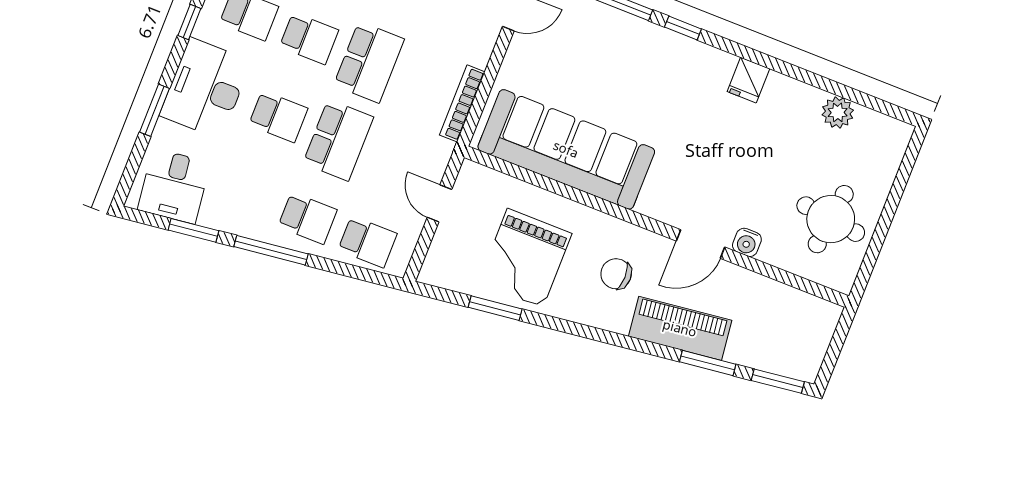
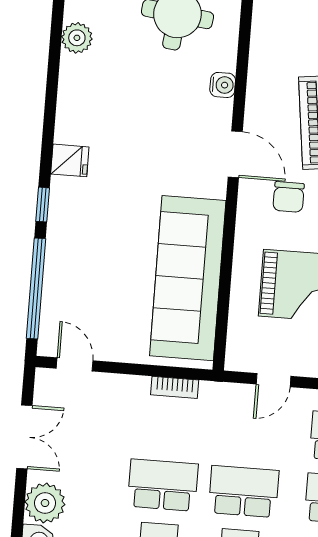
fridge: (748, 80) -> (70, 160), moved
bookcase: (462, 103) -> (175, 387), width x0.64
door: (700, 244) -> (235, 154), moved

